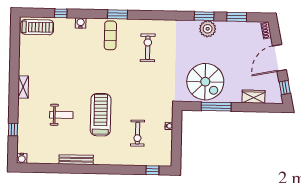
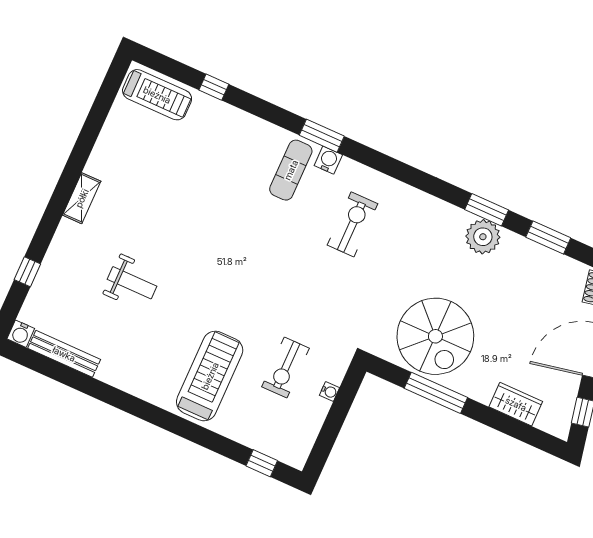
water cooler: (81, 23) -> (328, 160), moved
treadmill: (101, 115) -> (210, 376), moved
exercise bike: (138, 133) -> (286, 368), moved
bench: (76, 160) -> (64, 354), moved

